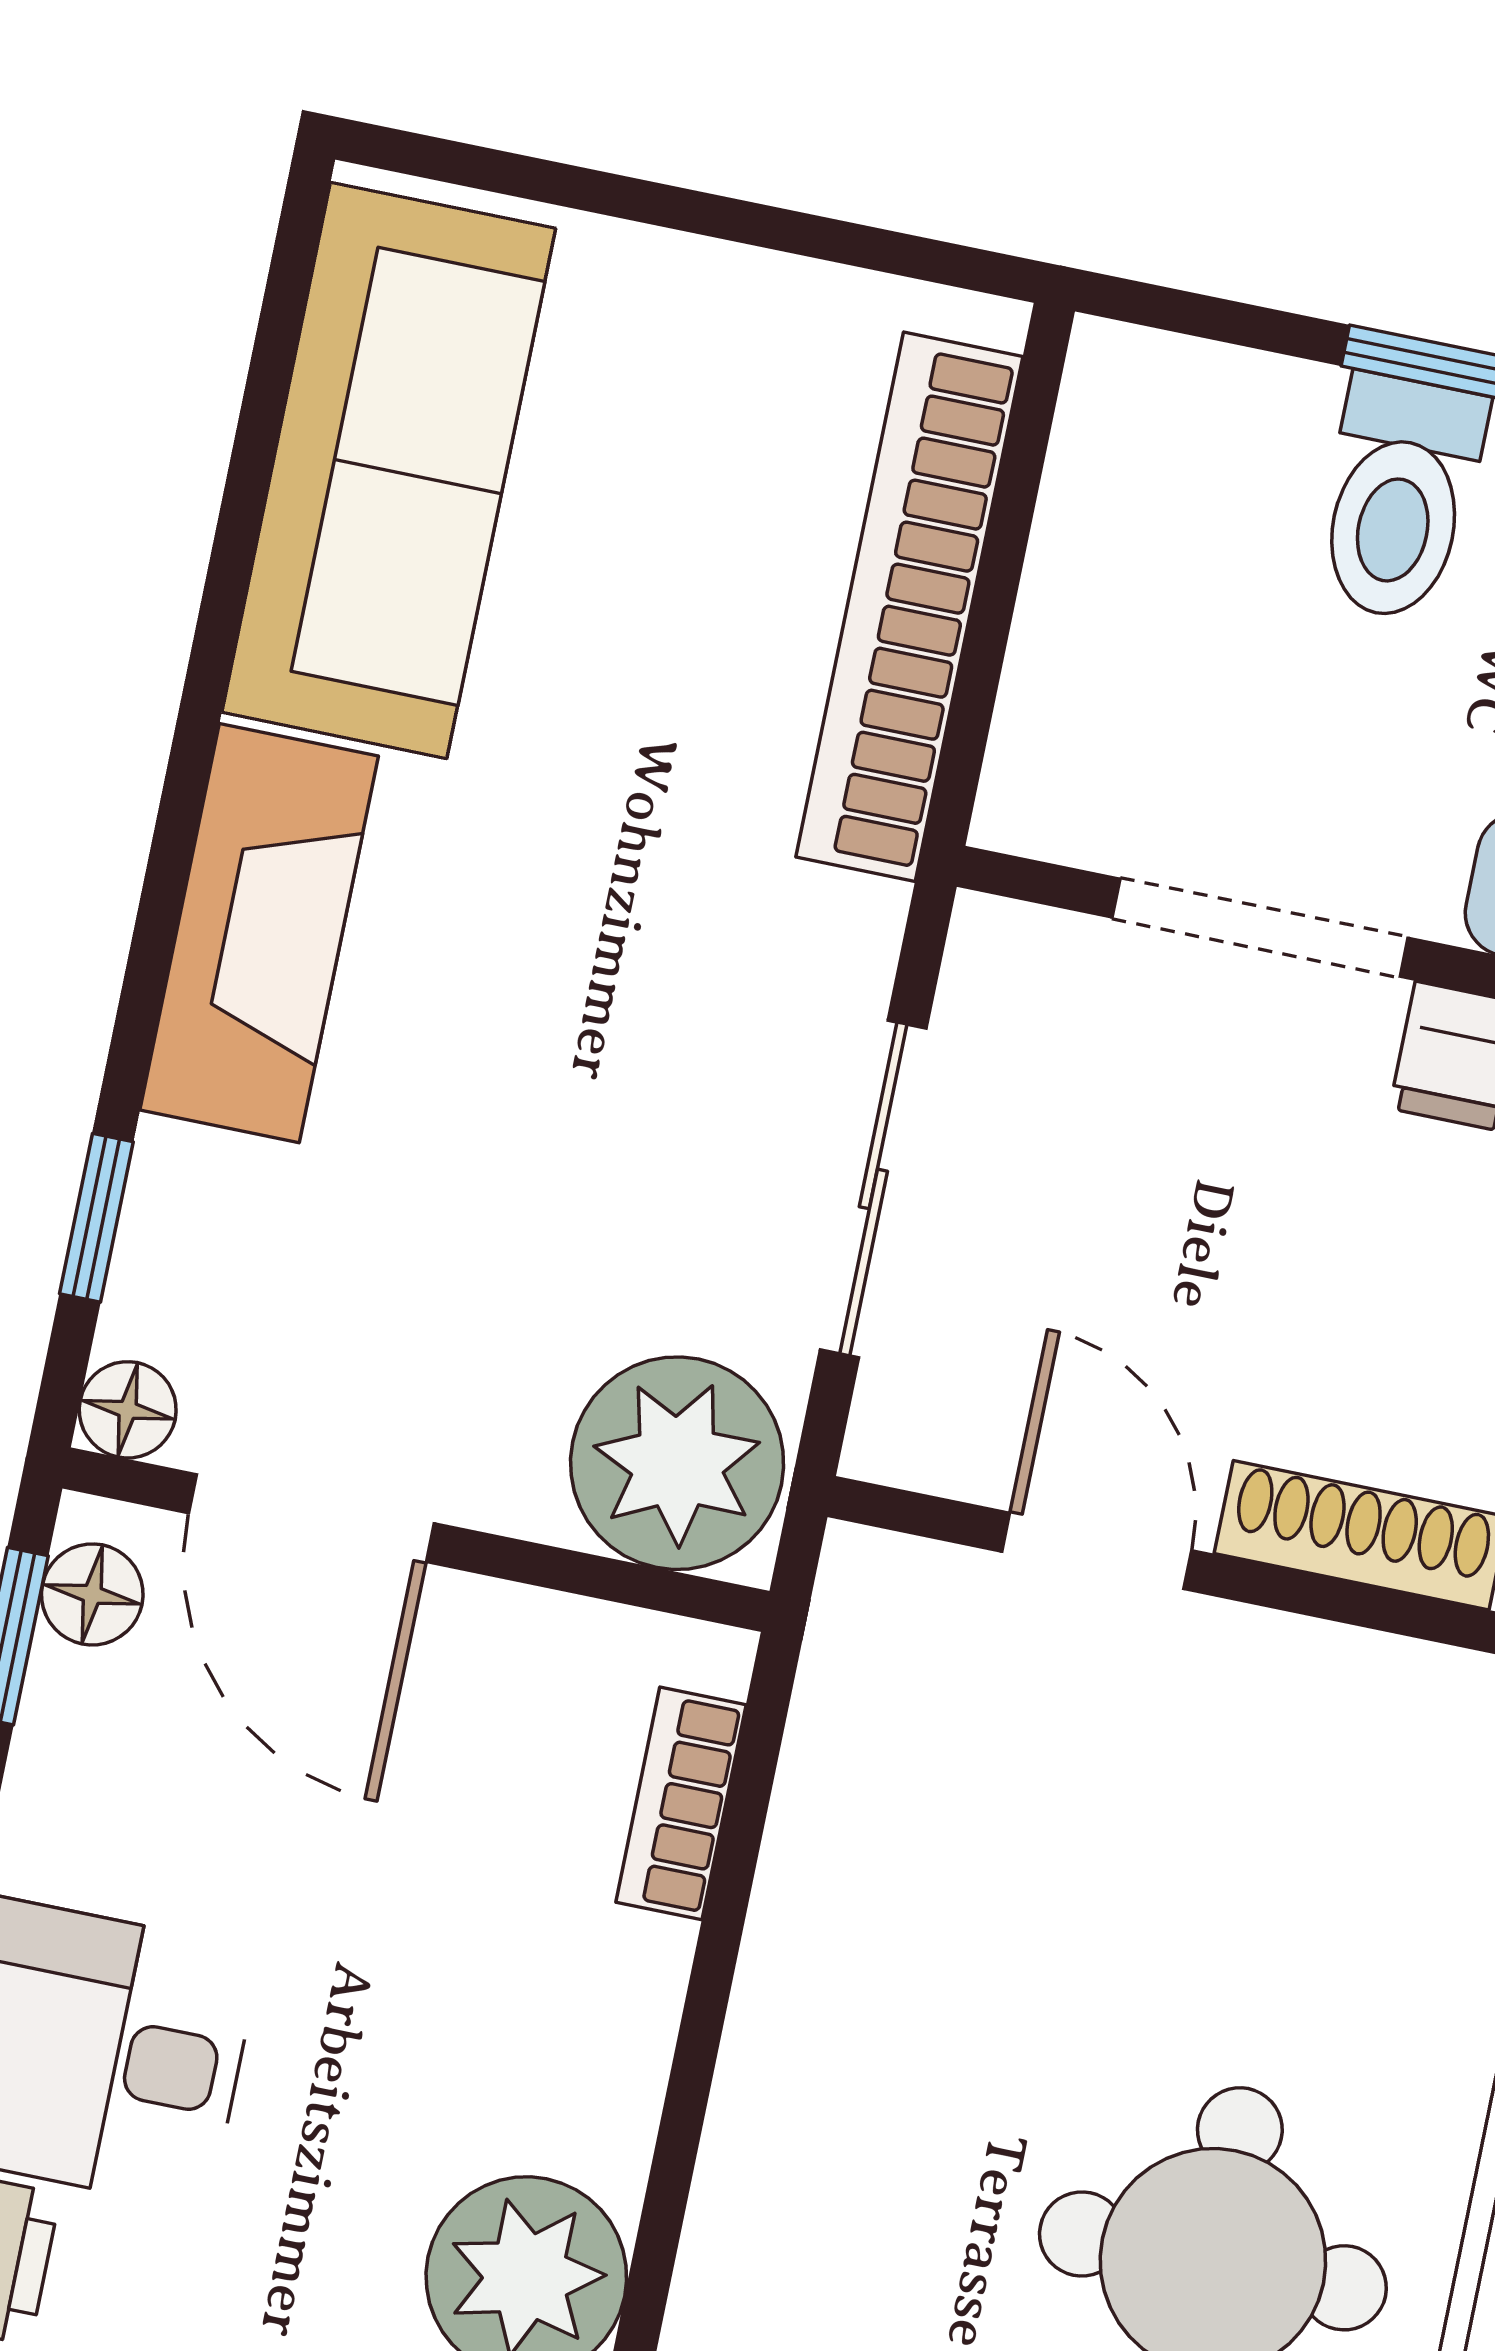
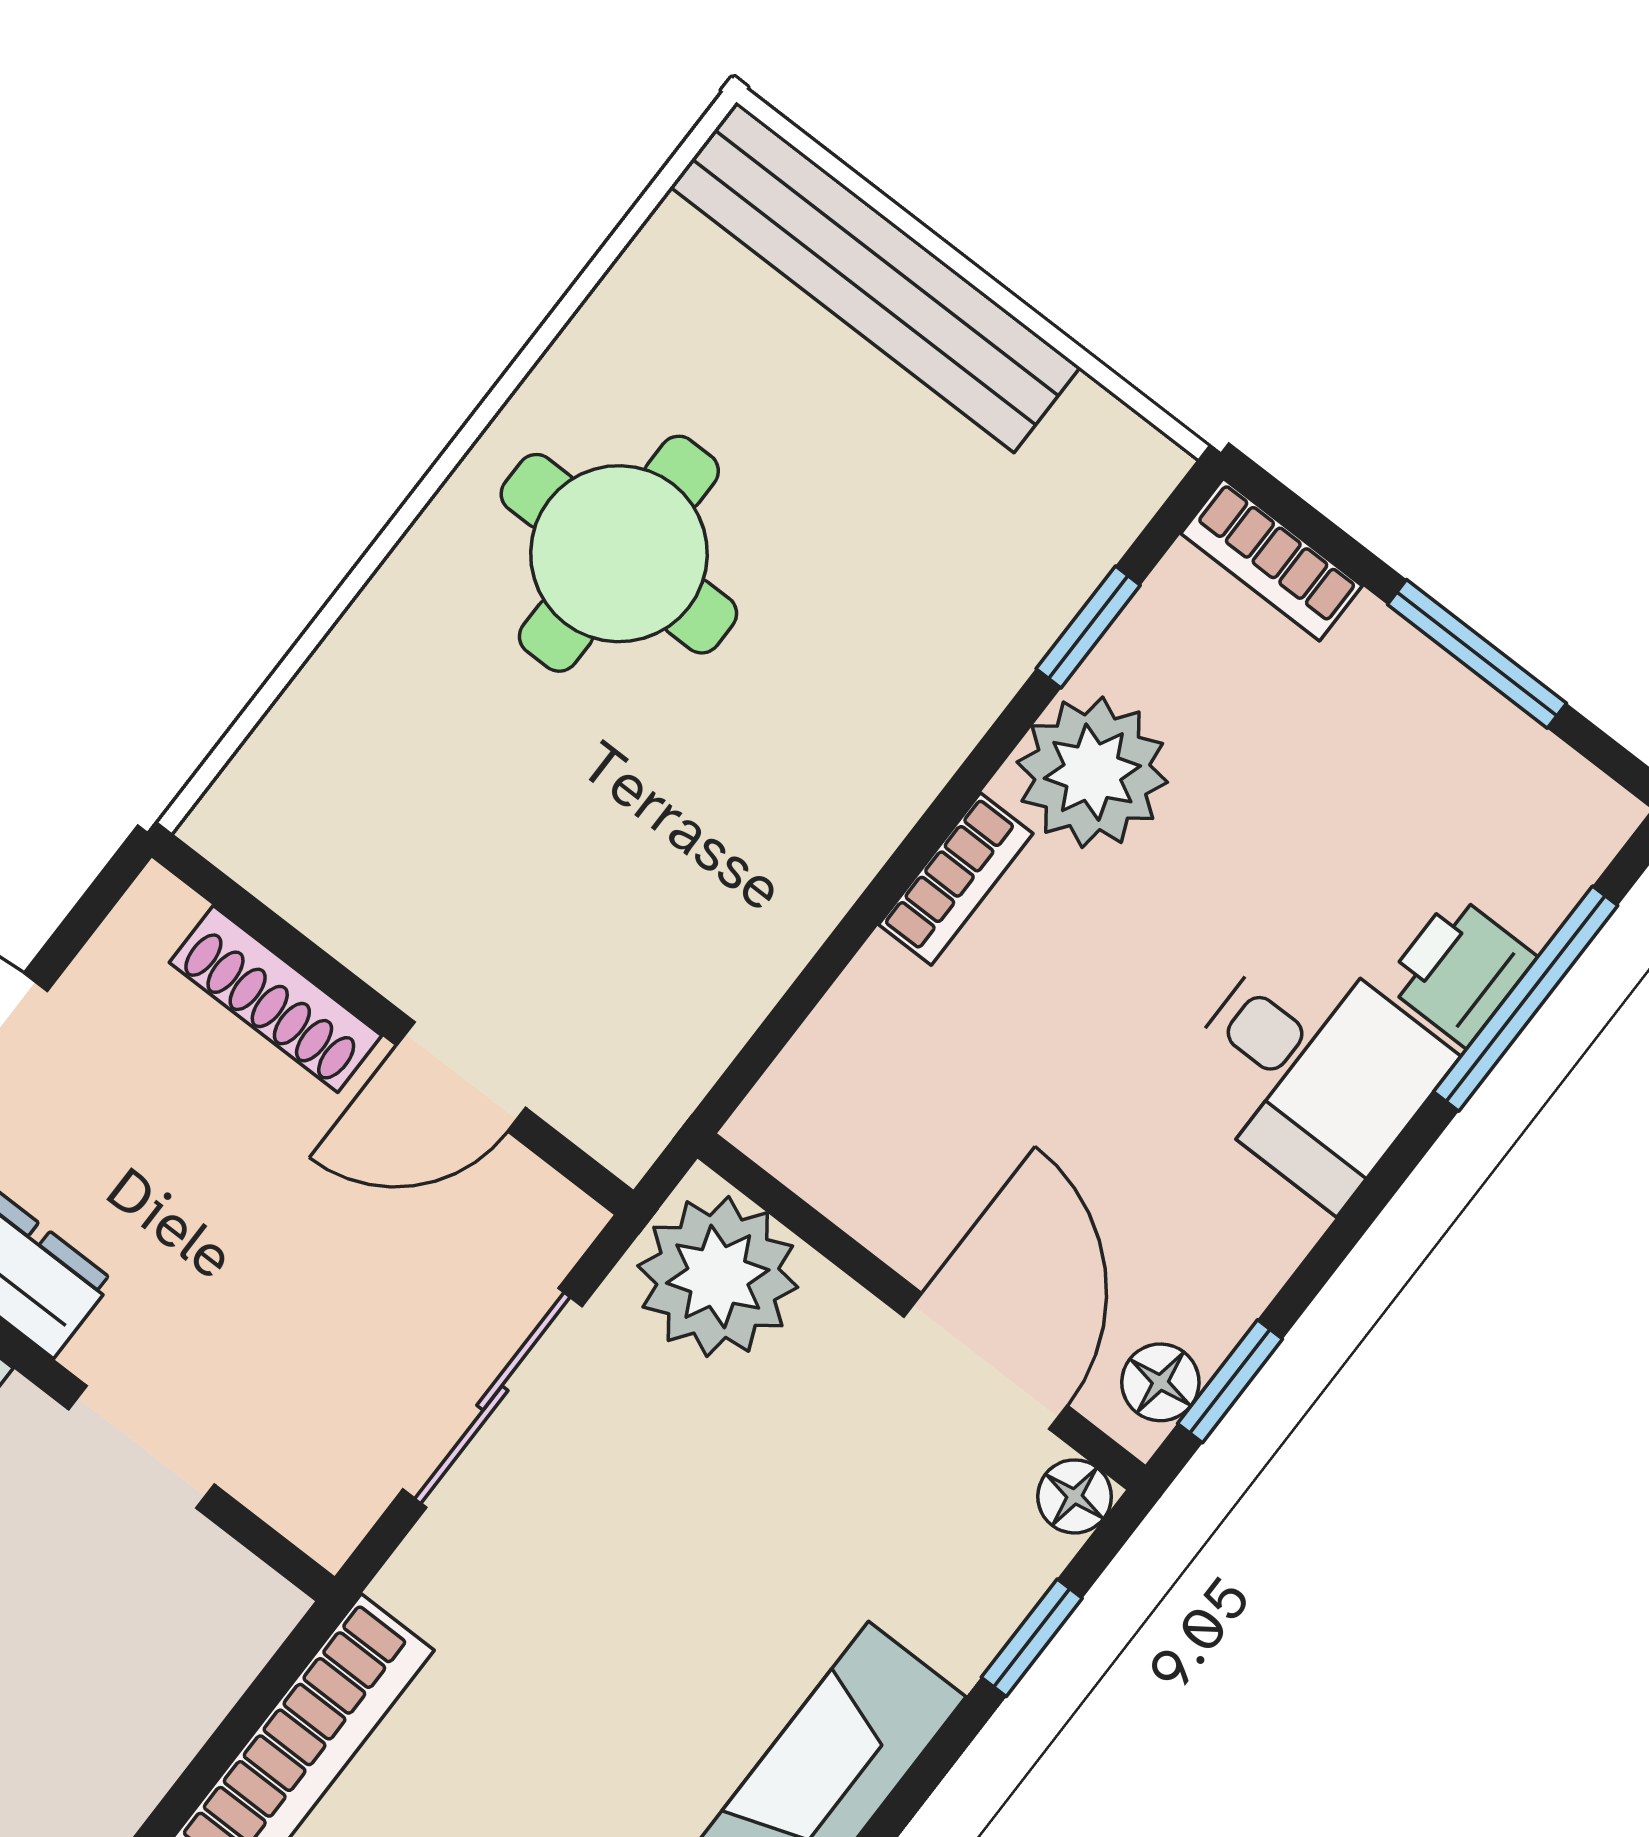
doorway: (1260, 928) -> (141, 1447), width x0.73
door: (1097, 1551) -> (461, 1077), hinge flipped
bookcase: (681, 1803) -> (956, 879), moved

